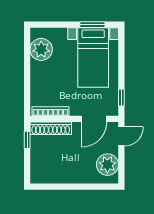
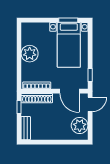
plant: (41, 49) -> (30, 54), moved
door: (94, 119) -> (69, 91), hinge flipped
bench: (36, 168) -> (26, 128), added

